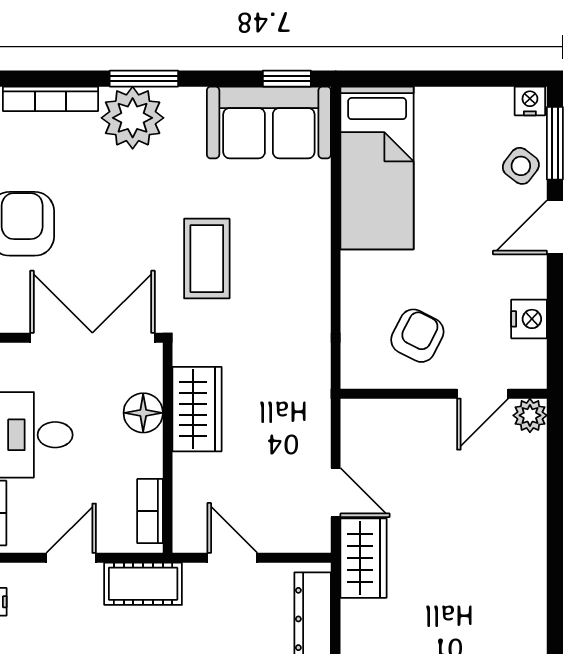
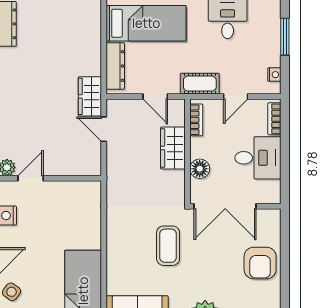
armchair: (417, 336) -> (63, 207), removed
wardrobe: (197, 409) -> (173, 148), moved

